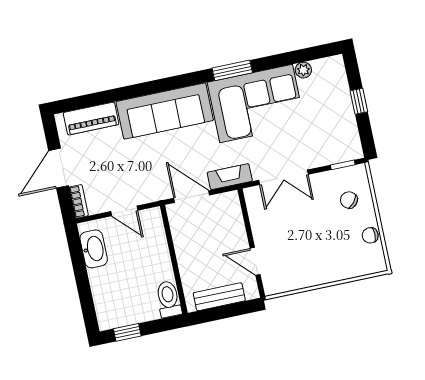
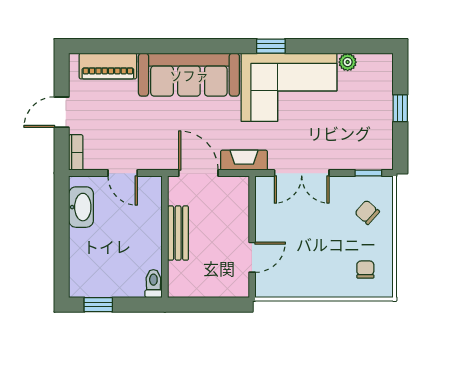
window: (232, 70) -> (271, 46), width x0.67
door: (59, 168) -> (62, 112), width x0.73
chair: (370, 235) -> (365, 270), moved, turned 90
door: (255, 261) -> (252, 257), swing flipped
bench: (219, 297) -> (178, 233), moved, turned 90
toilet: (168, 299) -> (153, 284), width x0.73, depth x0.72

